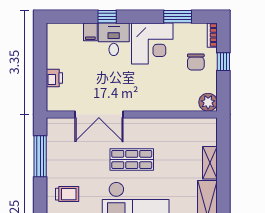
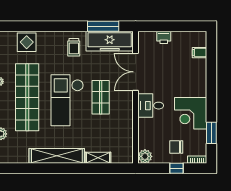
window: (107, 17) -> (211, 78), removed
filing cabinet: (90, 32) -> (200, 53), moved
desk: (114, 39) -> (151, 106), moved, turned 180
freezer: (59, 148) -> (110, 41), added

